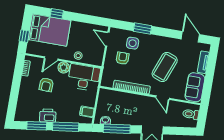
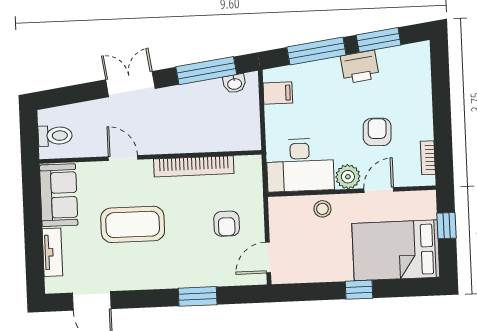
window: (57, 14) -> (359, 290), moved
door: (107, 39) -> (268, 258), swing flipped
side table: (133, 43) -> (212, 261), removed
coffee table: (165, 67) -> (133, 224), turned 69

